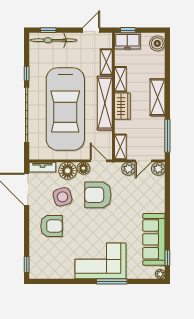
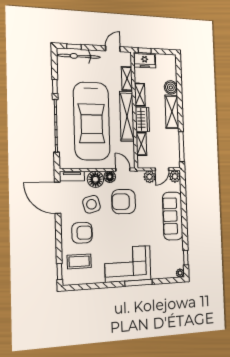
boiler: (157, 43) -> (171, 87), moved
shelving: (120, 147) -> (141, 144), moved
sofa: (154, 239) -> (173, 216), moved
coffee table: (48, 255) -> (79, 261), added

